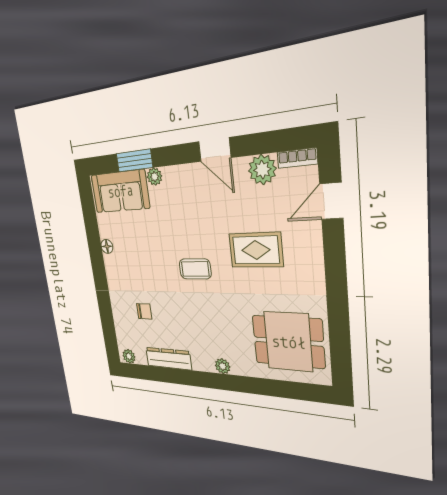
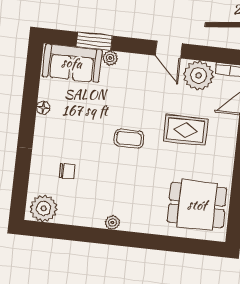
plant: (262, 170) -> (199, 75), width x1.36, depth x1.36
plant: (129, 356) -> (44, 208), width x1.88, depth x1.88
dresser: (168, 359) -> (81, 217), removed
plant: (223, 366) -> (112, 222), moved

